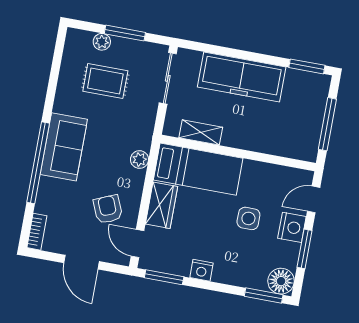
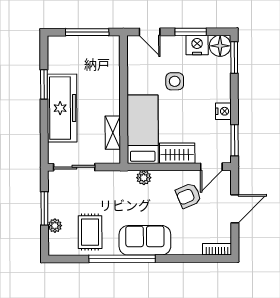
window: (307, 66) -> (44, 84), moved
rug: (105, 81) -> (90, 232), moved
window: (38, 163) -> (122, 259), moved
nightstand: (292, 227) -> (197, 45), moved

